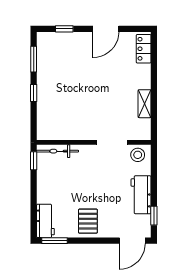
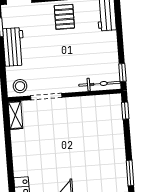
window: (34, 93) -> (125, 111), moved
shelving: (145, 104) -> (15, 115), moved

